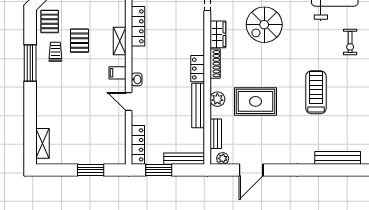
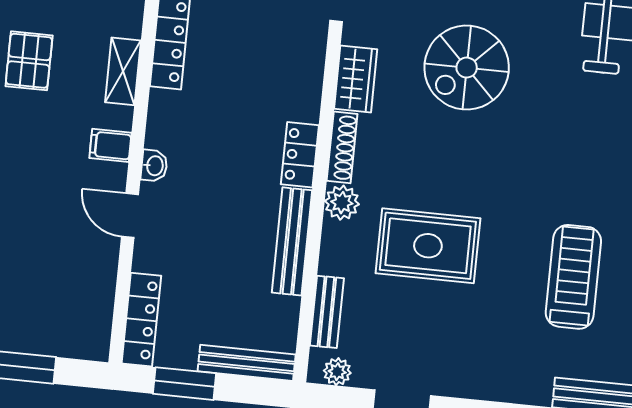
treadmill: (316, 92) -> (573, 277), moved
plant: (217, 99) -> (342, 203), moved

